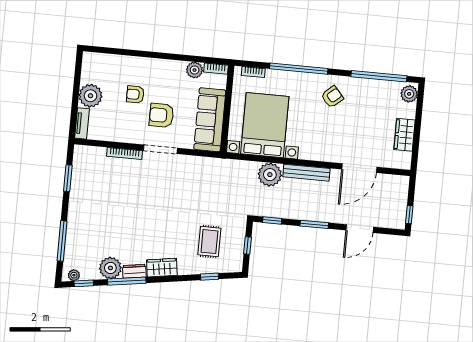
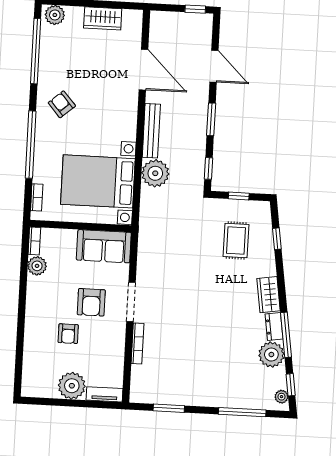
sofa: (210, 120) -> (104, 246), width x0.73
rug: (209, 242) -> (236, 240), turned 90

